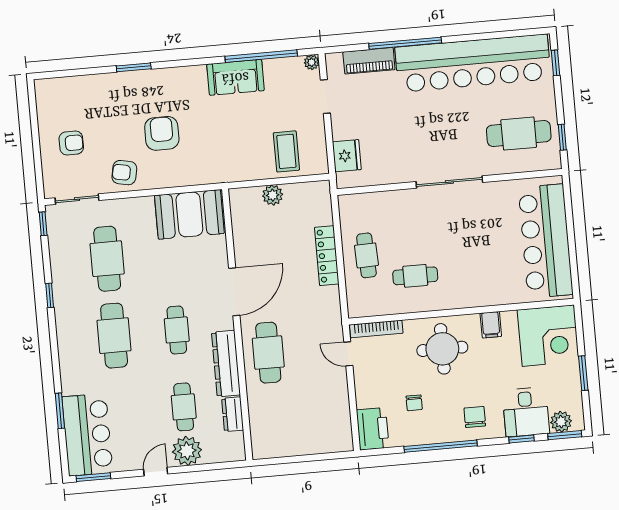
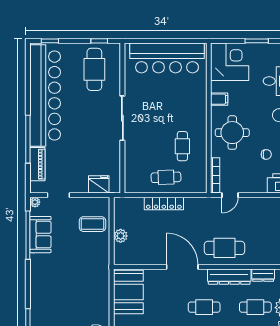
sofa: (235, 77) -> (40, 235), moved
armchair: (162, 133) -> (73, 305), removed

